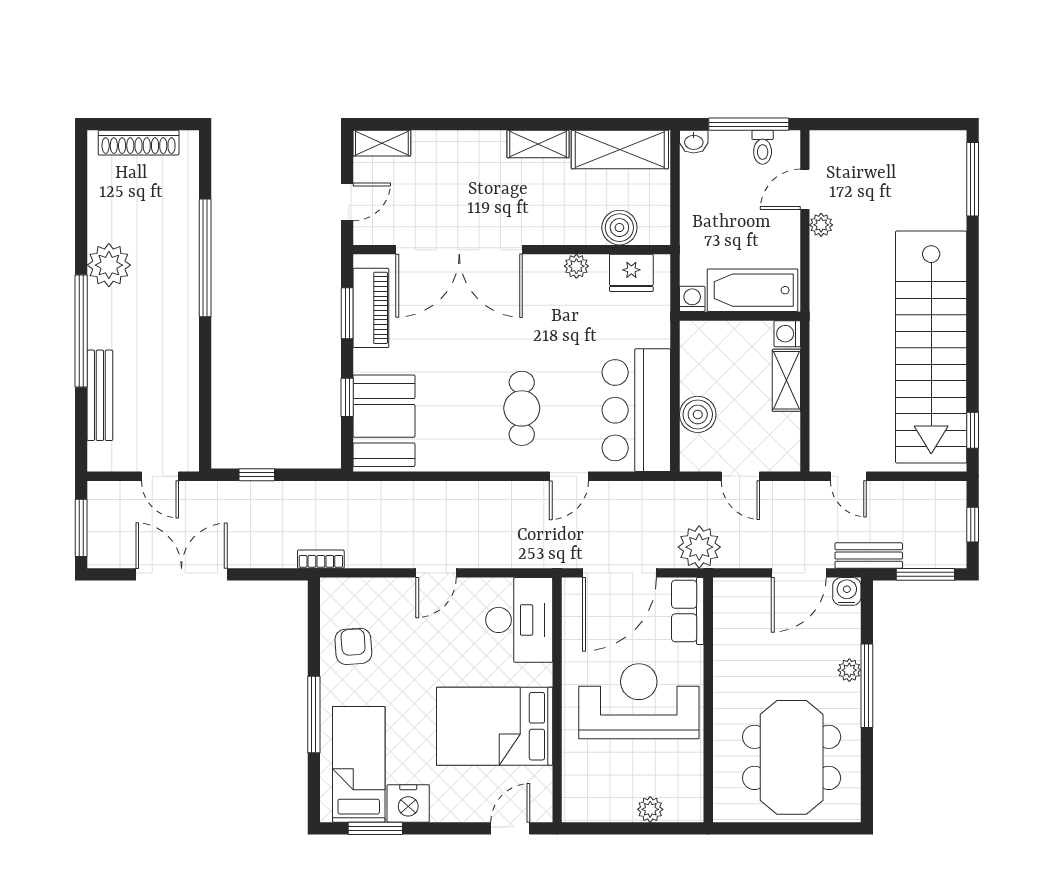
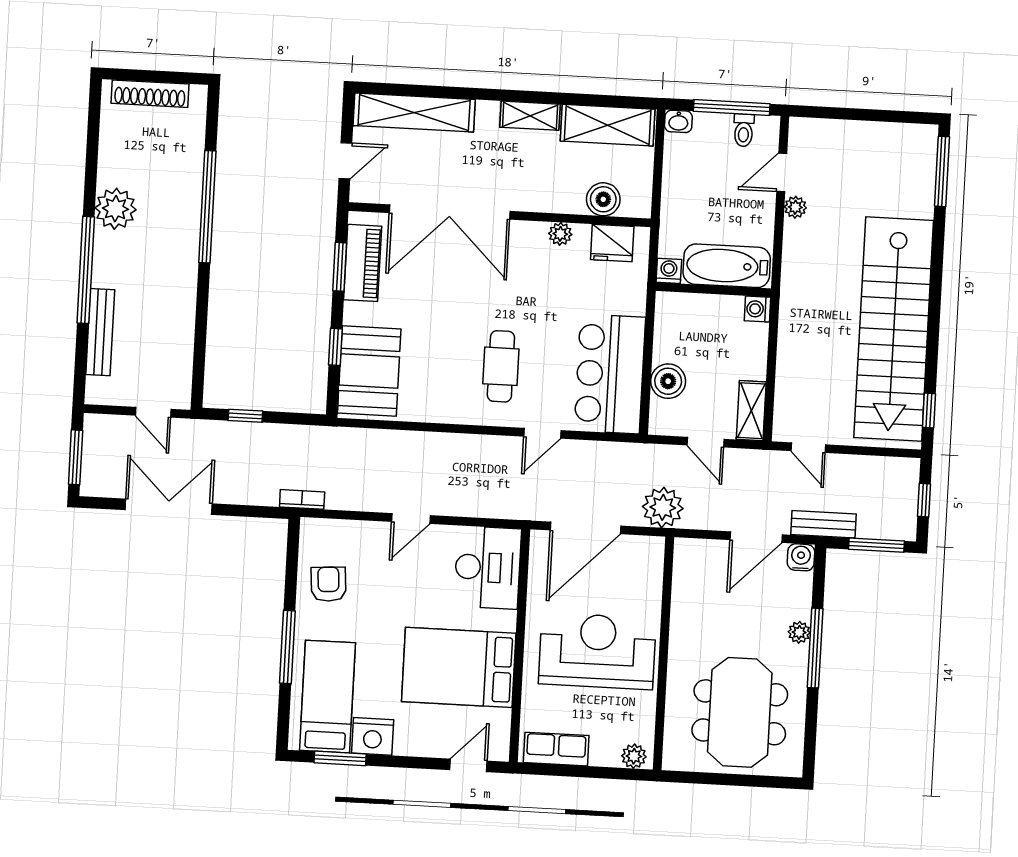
shelving: (382, 143) -> (414, 113), width x2.20, depth x1.33
shelving: (786, 380) -> (751, 411), moved
row of seats: (688, 611) -> (556, 749), moved, turned 90
plant: (650, 809) -> (634, 756), moved

